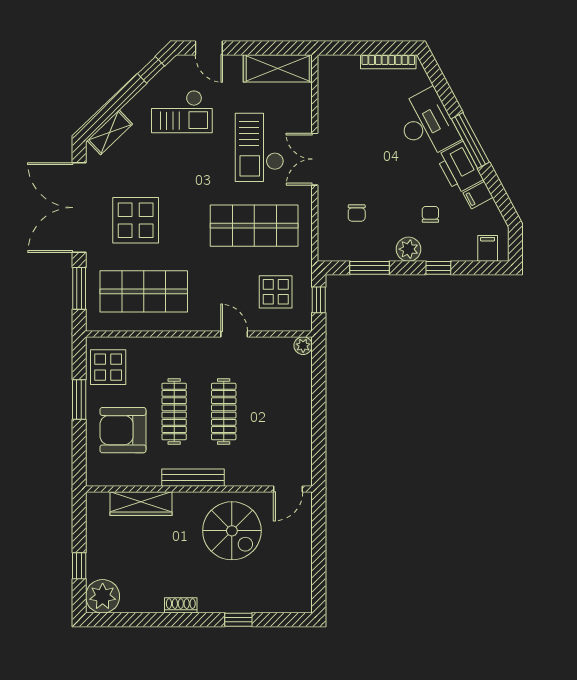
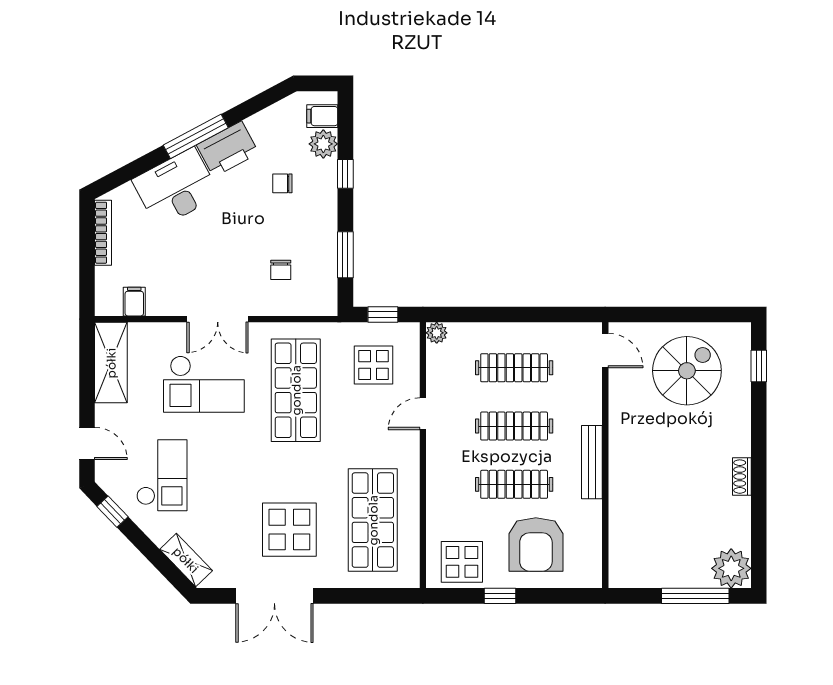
door: (209, 48) -> (87, 443), hinge flipped
filing cabinet: (478, 195) -> (134, 302), moved, turned -152
double door: (79, 208) -> (274, 596), width x0.73
chair: (357, 213) -> (281, 270), turned 90
plant: (409, 249) -> (323, 144), moved
window: (79, 288) -> (369, 596), removed
window: (79, 399) -> (500, 596), width x0.67
clothes rail: (273, 411) -> (514, 368), added
wardrobe: (141, 504) -> (622, 523), removed
spiral stairs: (232, 531) -> (687, 371), moved
window: (79, 566) -> (695, 596), width x2.17
window: (238, 620) -> (759, 366), moved

